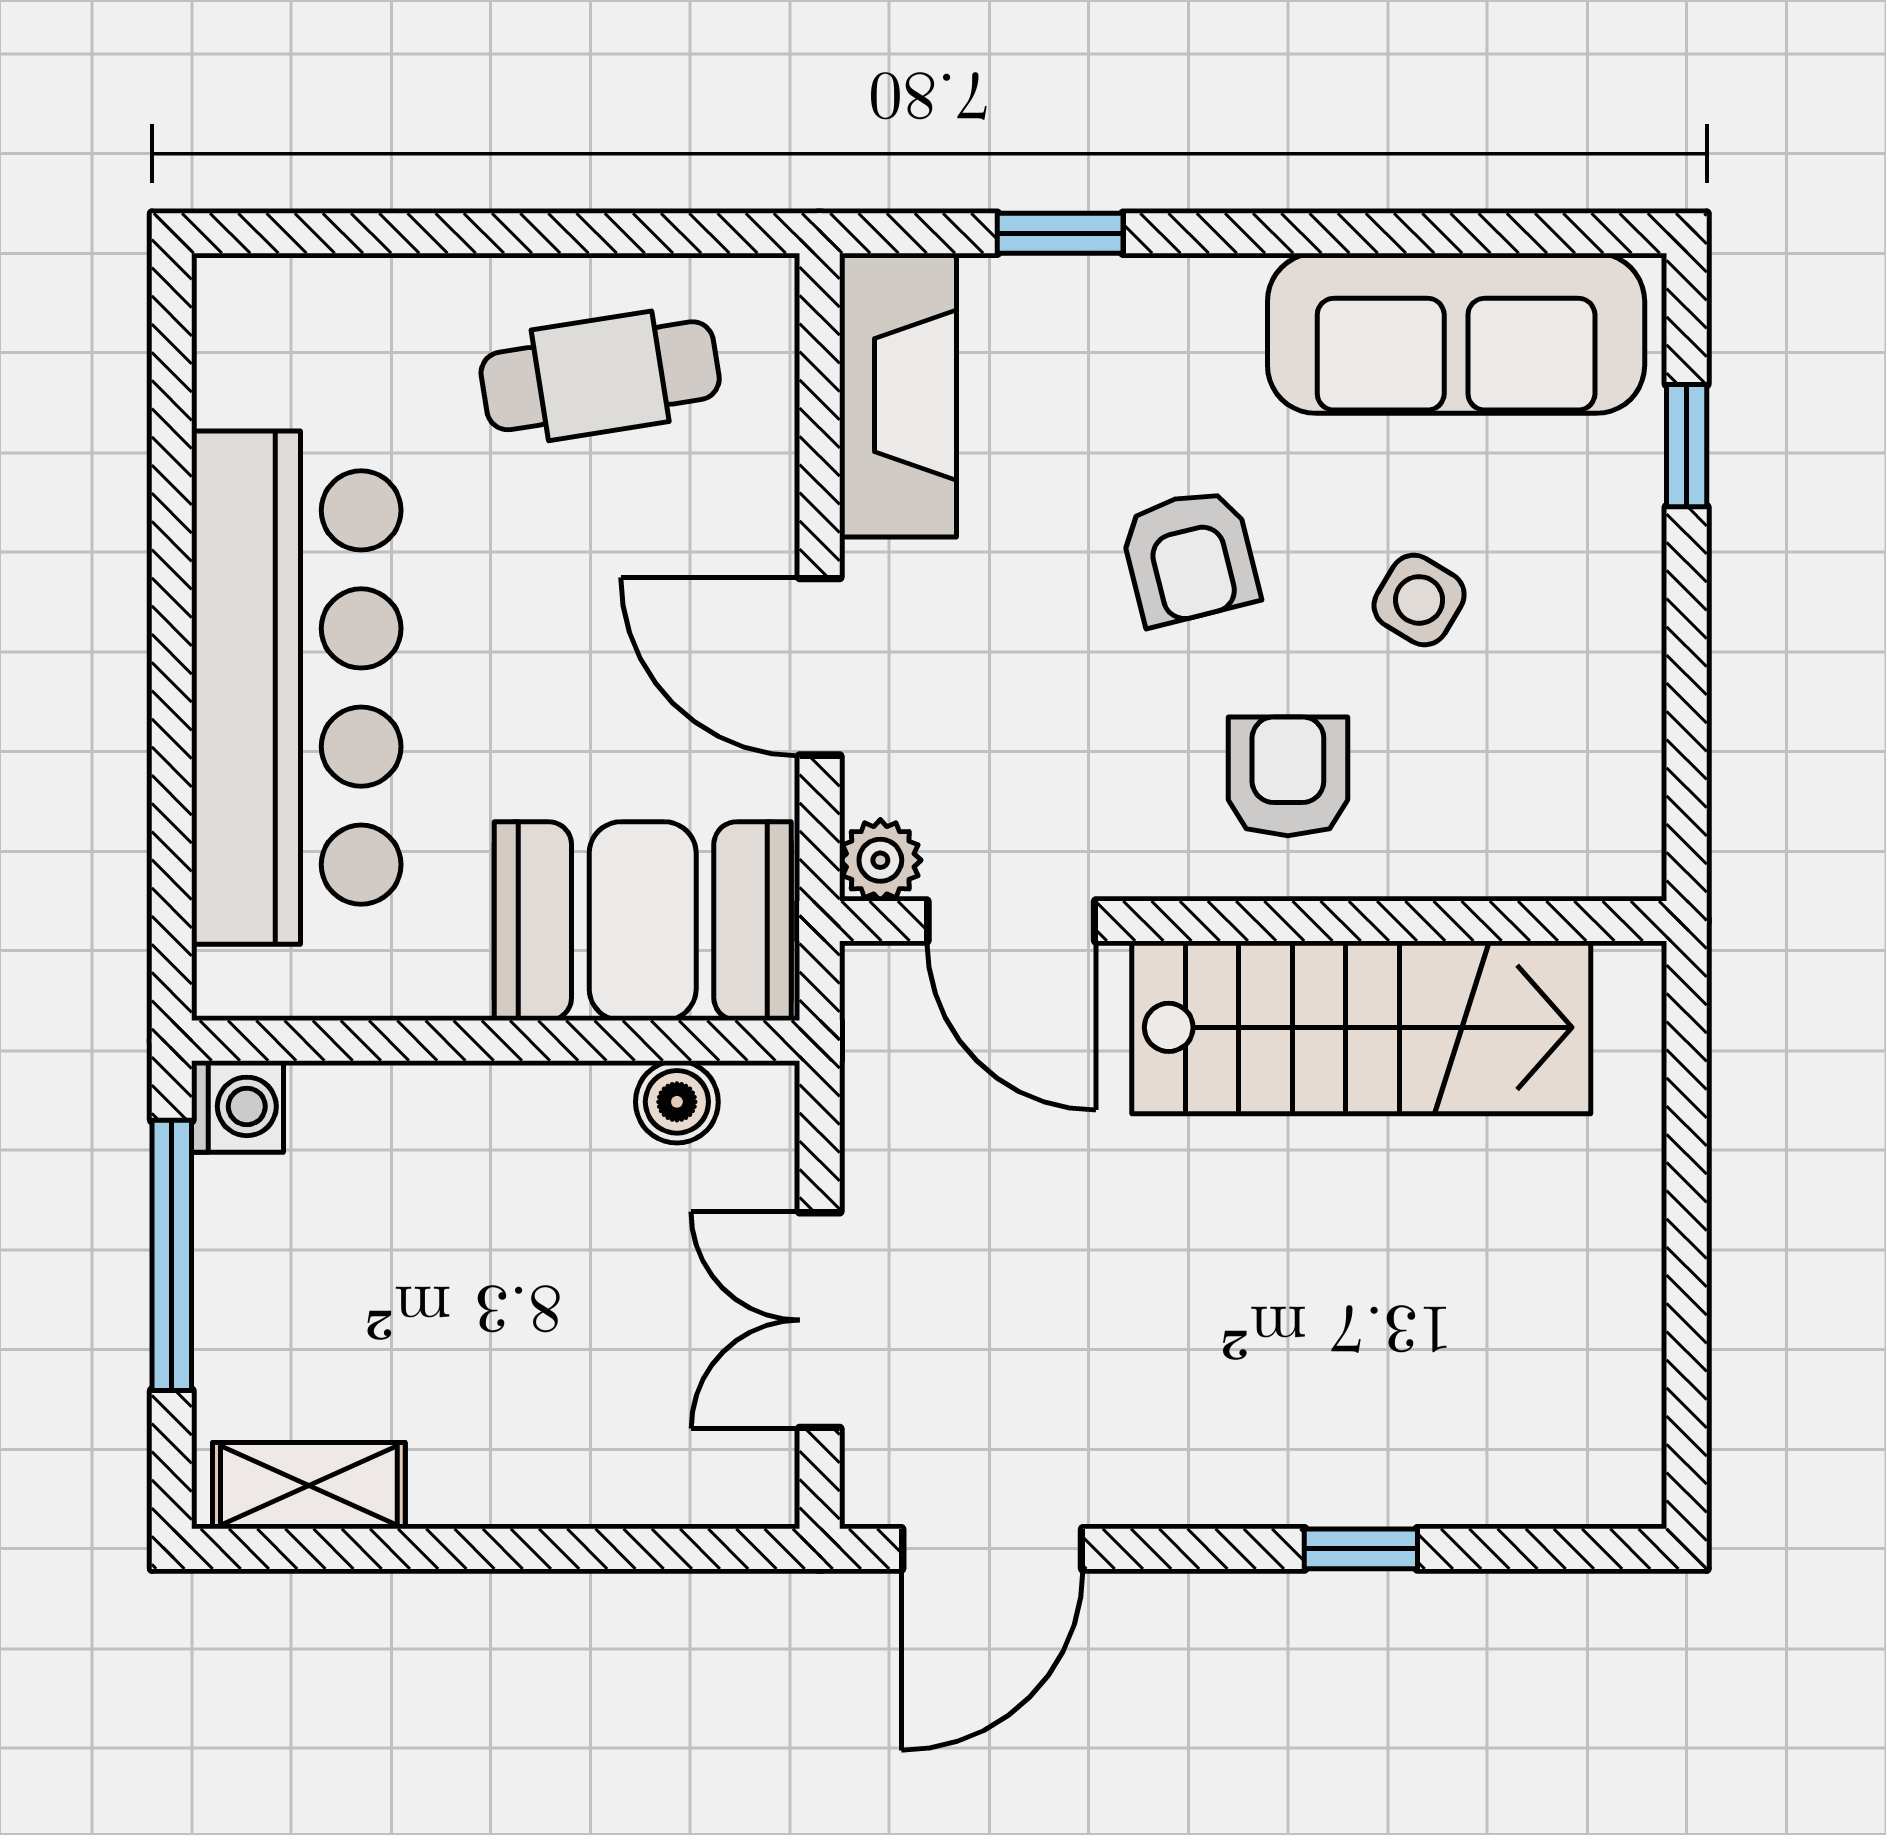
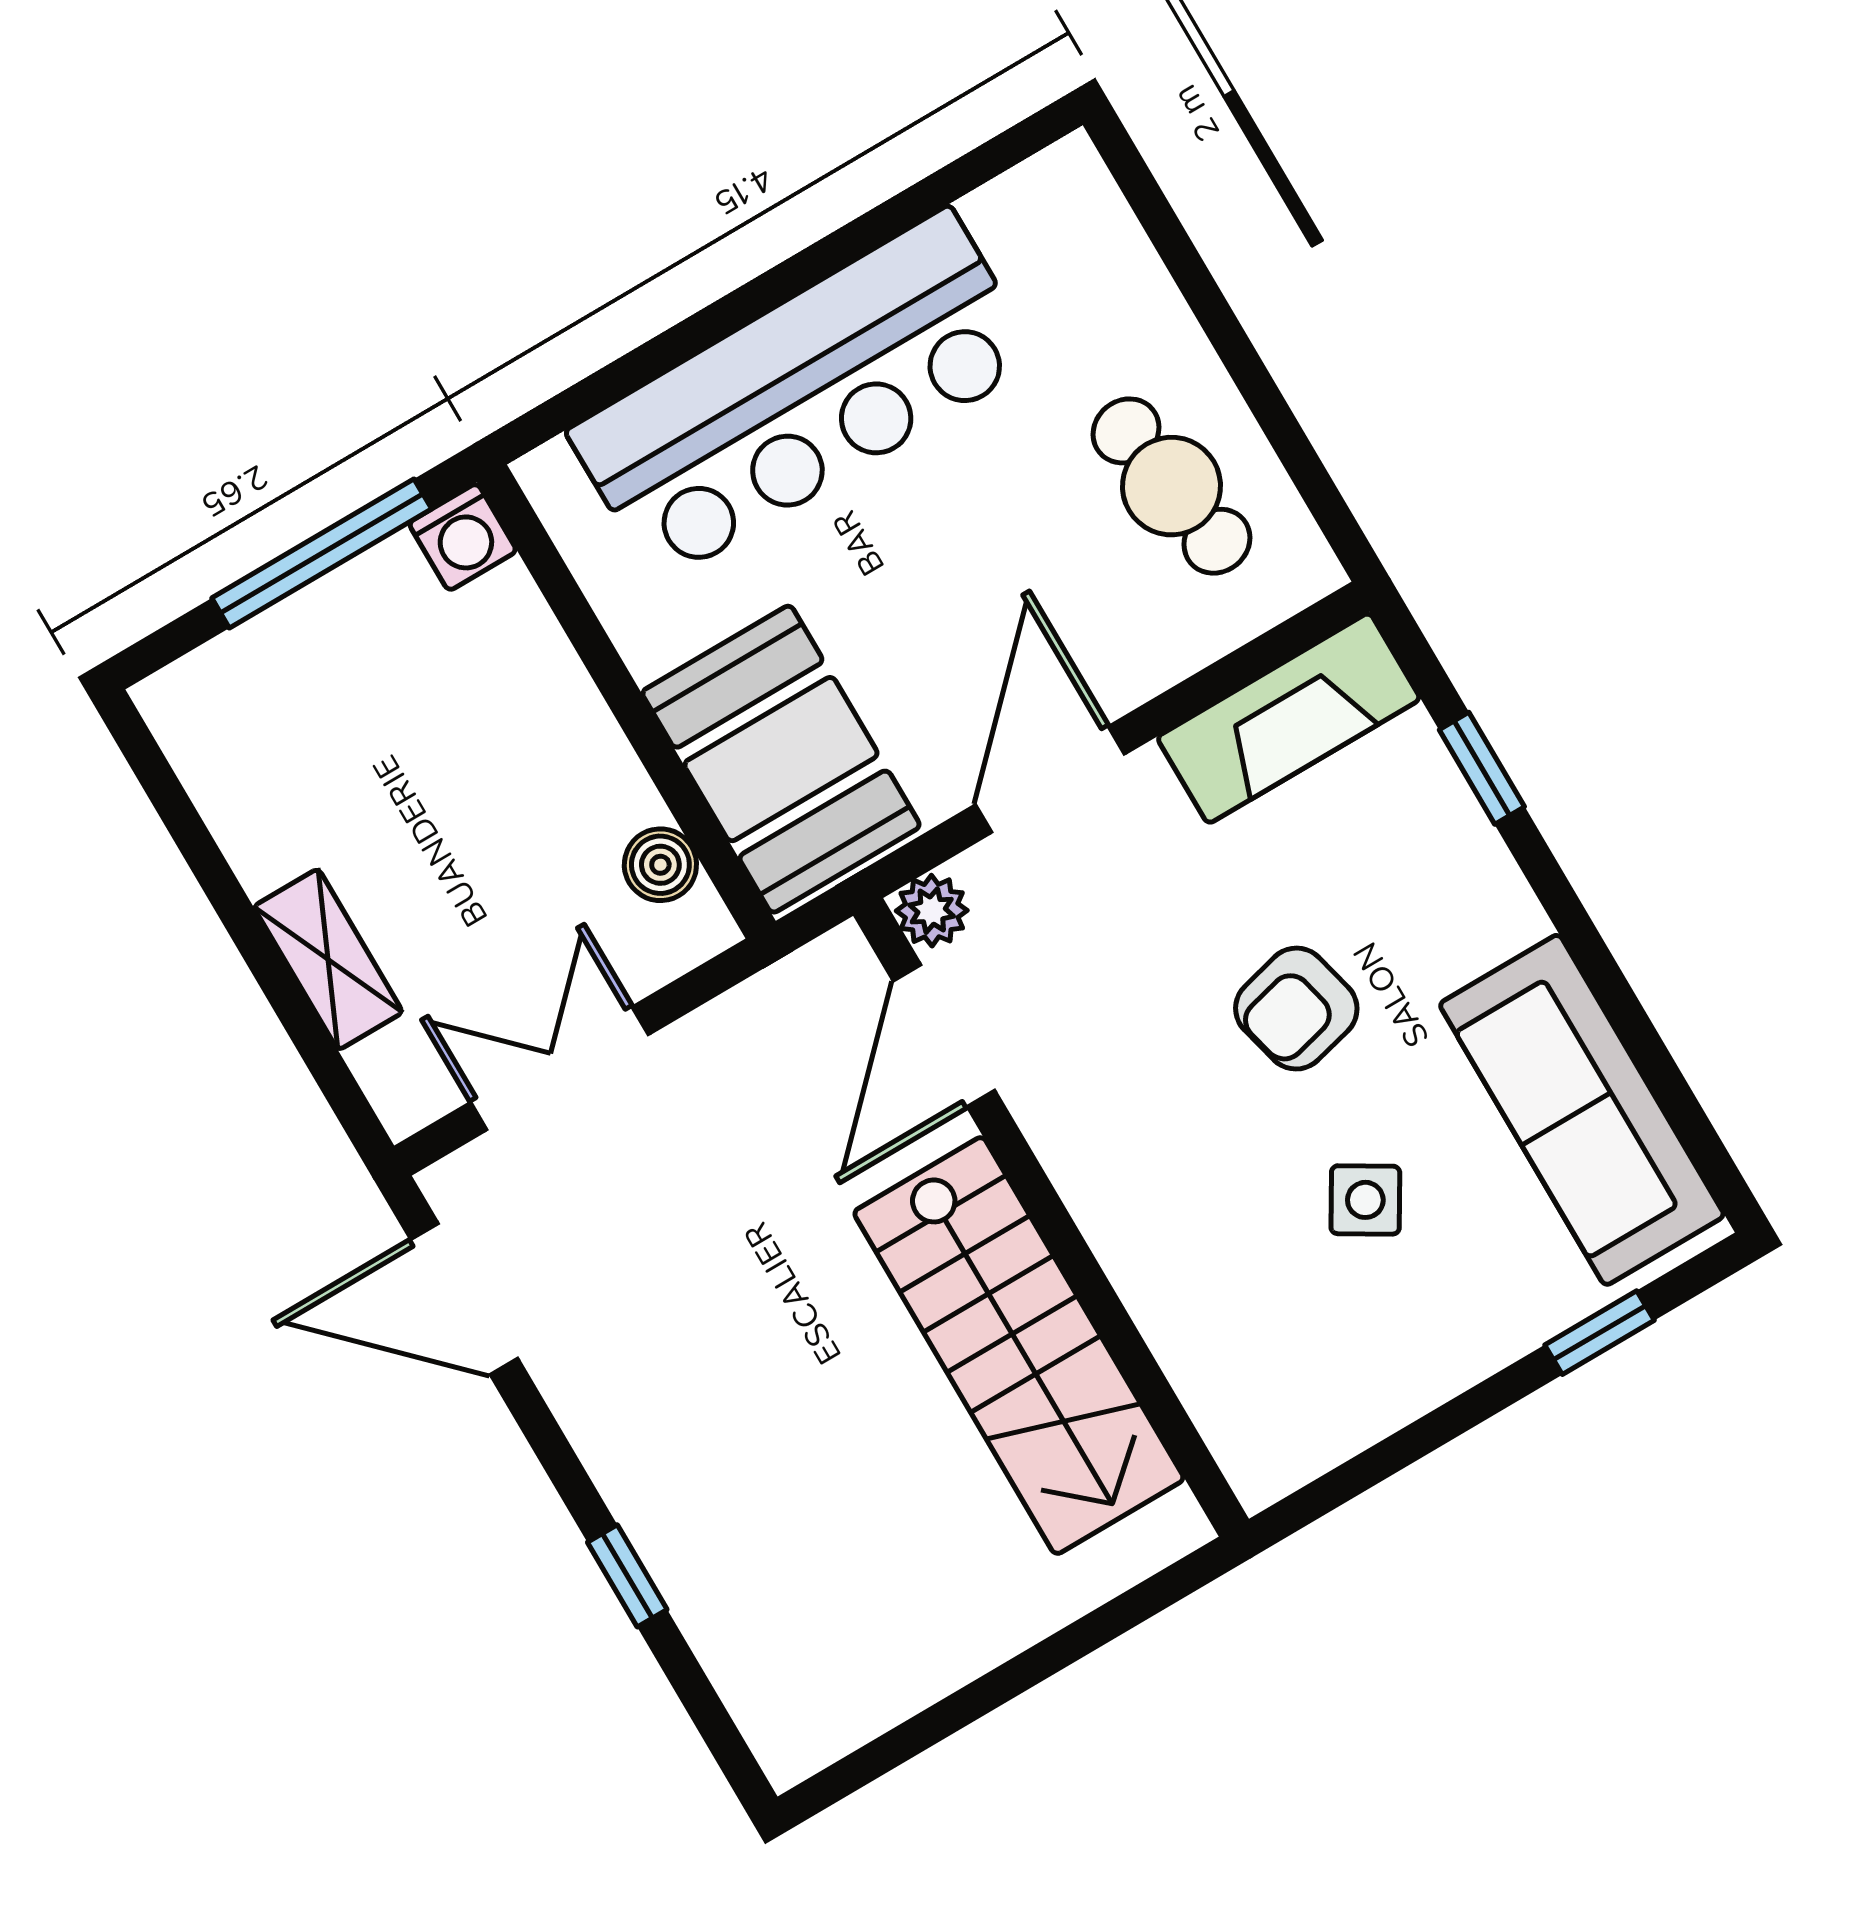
armchair: (1288, 776) -> (1175, 1180), removed
shelving: (309, 1486) -> (328, 959), moved

